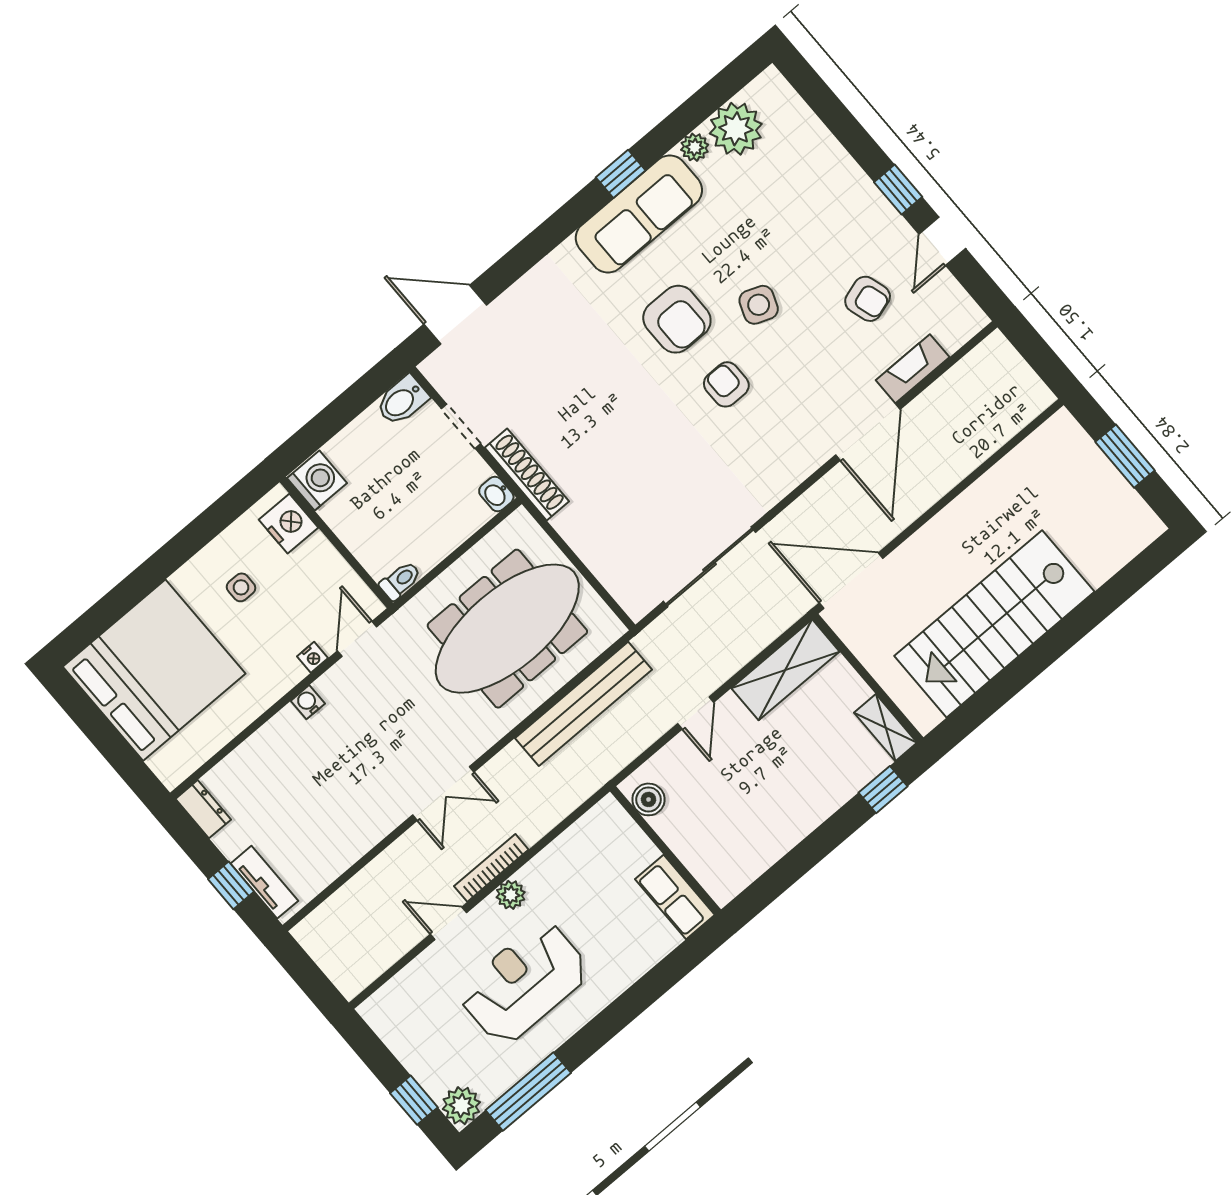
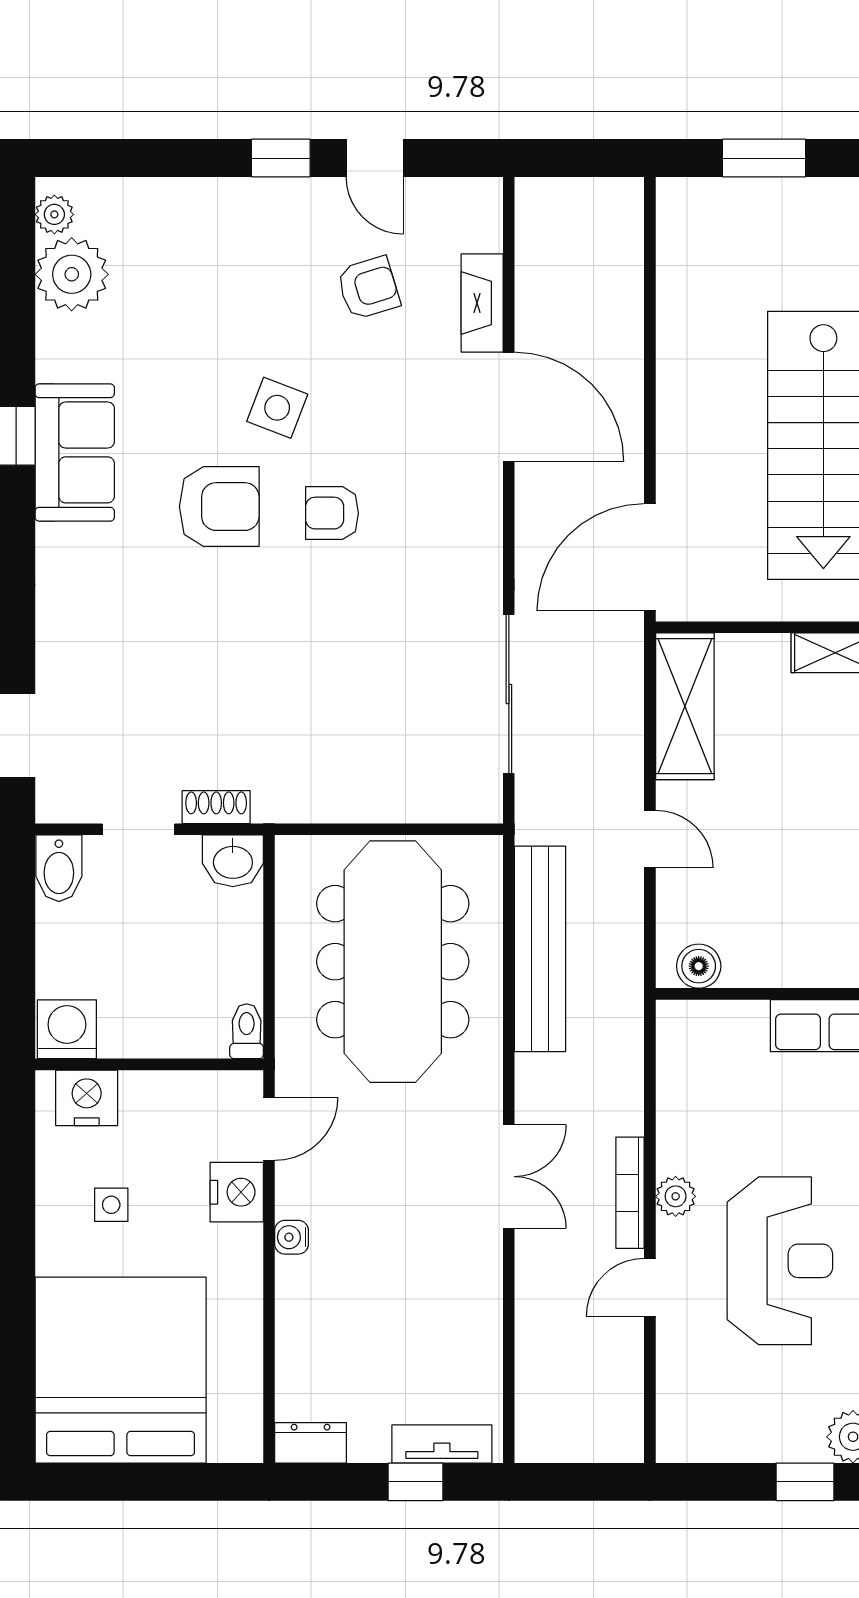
plant: (695, 147) -> (54, 214), moved
sofa: (639, 214) -> (75, 452), width x0.73
shoe rack: (527, 475) -> (216, 807), width x0.51, depth x0.81
washbasin: (496, 494) -> (233, 861), width x1.38, depth x1.45
door: (357, 639) -> (269, 1129), swing flipped
nightstand: (312, 657) -> (237, 1192), width x1.89, depth x1.79
reception desk: (524, 983) -> (780, 1261), turned 180

